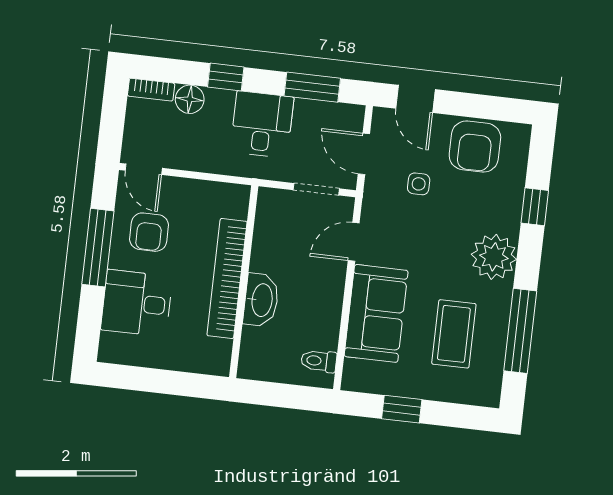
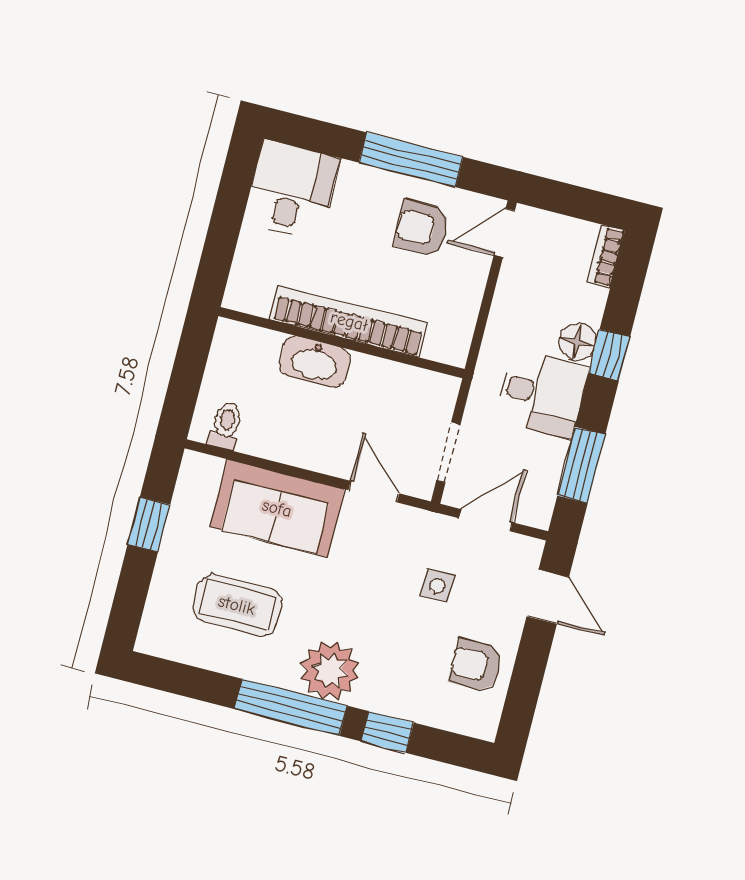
floor lamp: (190, 99) -> (577, 342), moved
door: (416, 99) -> (548, 597), swing flipped
armchair: (475, 147) -> (476, 665), width x0.72, depth x0.72
desk: (137, 303) -> (292, 190), moved
window: (520, 331) -> (291, 707), moved

